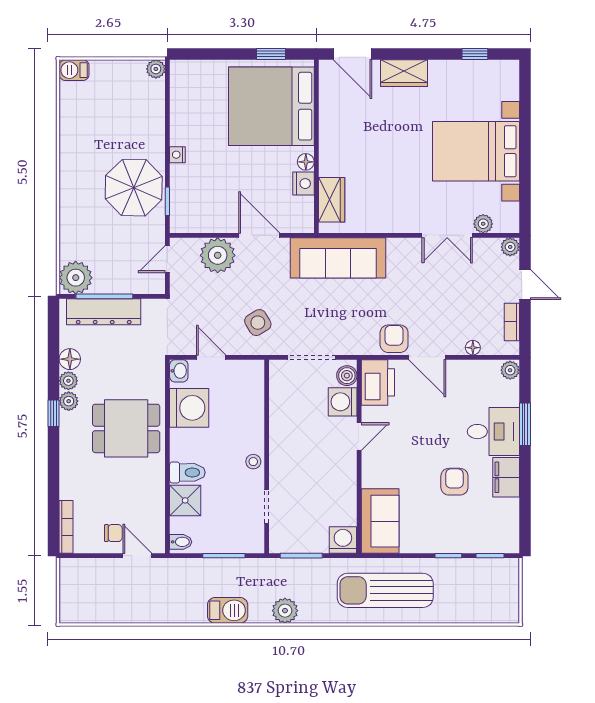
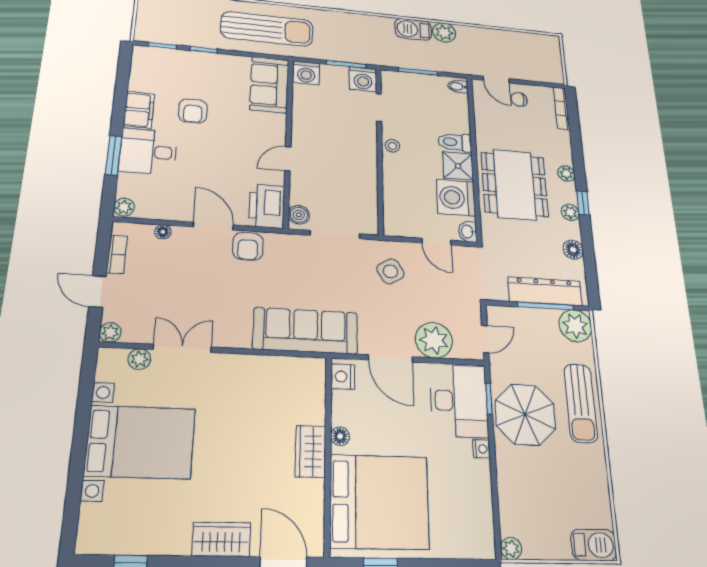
barbecue: (74, 70) -> (594, 545), width x1.38, depth x1.27
nightstand: (303, 184) -> (343, 377), moved
desk: (196, 198) -> (459, 401), added
wardrobe: (332, 200) -> (311, 451), moved
sun lounger: (78, 201) -> (581, 403), added
plant: (68, 381) -> (566, 173), moved
washing machine: (343, 402) -> (363, 79), moved, turned 90
dining table: (126, 428) -> (515, 184), width x1.38
shower: (185, 500) -> (458, 166), moved
plant: (285, 611) -> (444, 33), moved

